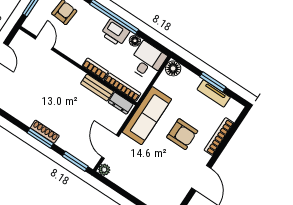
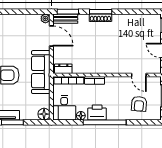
bench: (97, 88) -> (65, 19), moved

